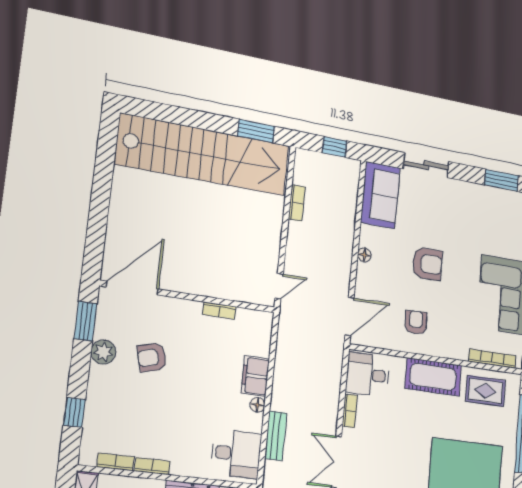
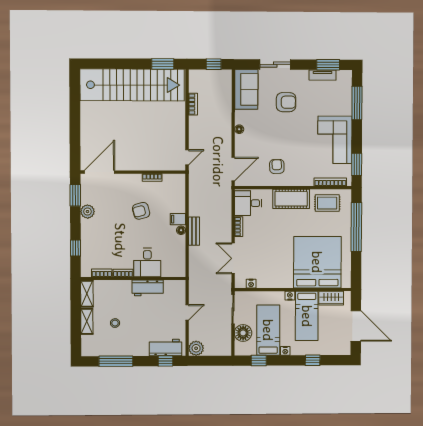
tv unit: (493, 194) -> (323, 75), added
armchair: (427, 264) -> (286, 102), moved
armchair: (152, 357) -> (141, 211), moved
filing cabinet: (255, 376) -> (178, 219), width x0.50
bench: (276, 436) -> (194, 231), moved
desk: (236, 454) -> (147, 263), moved, turned 90

